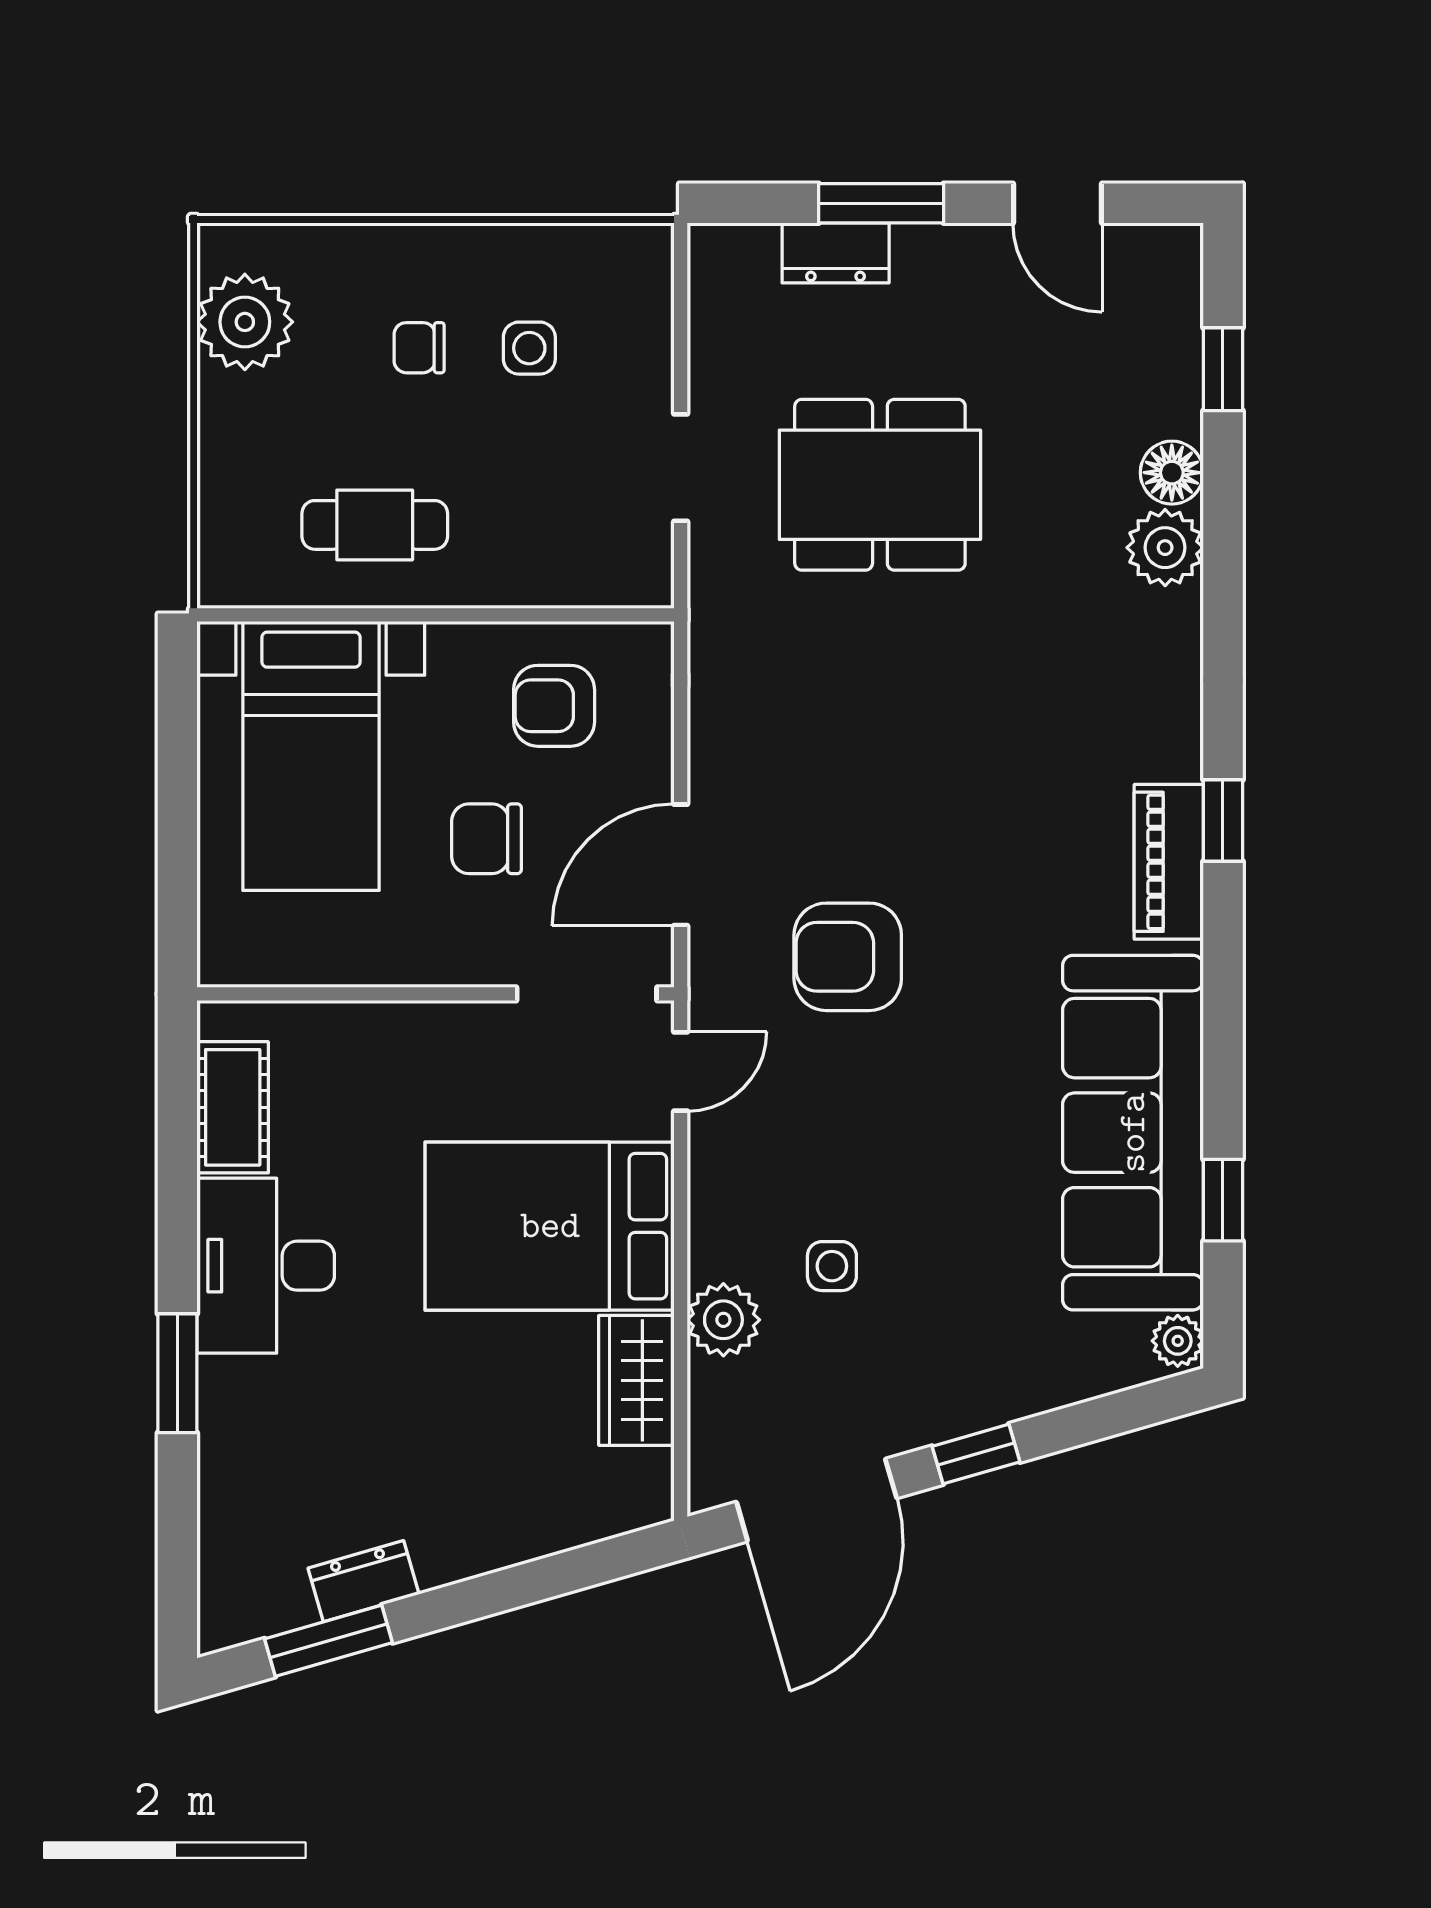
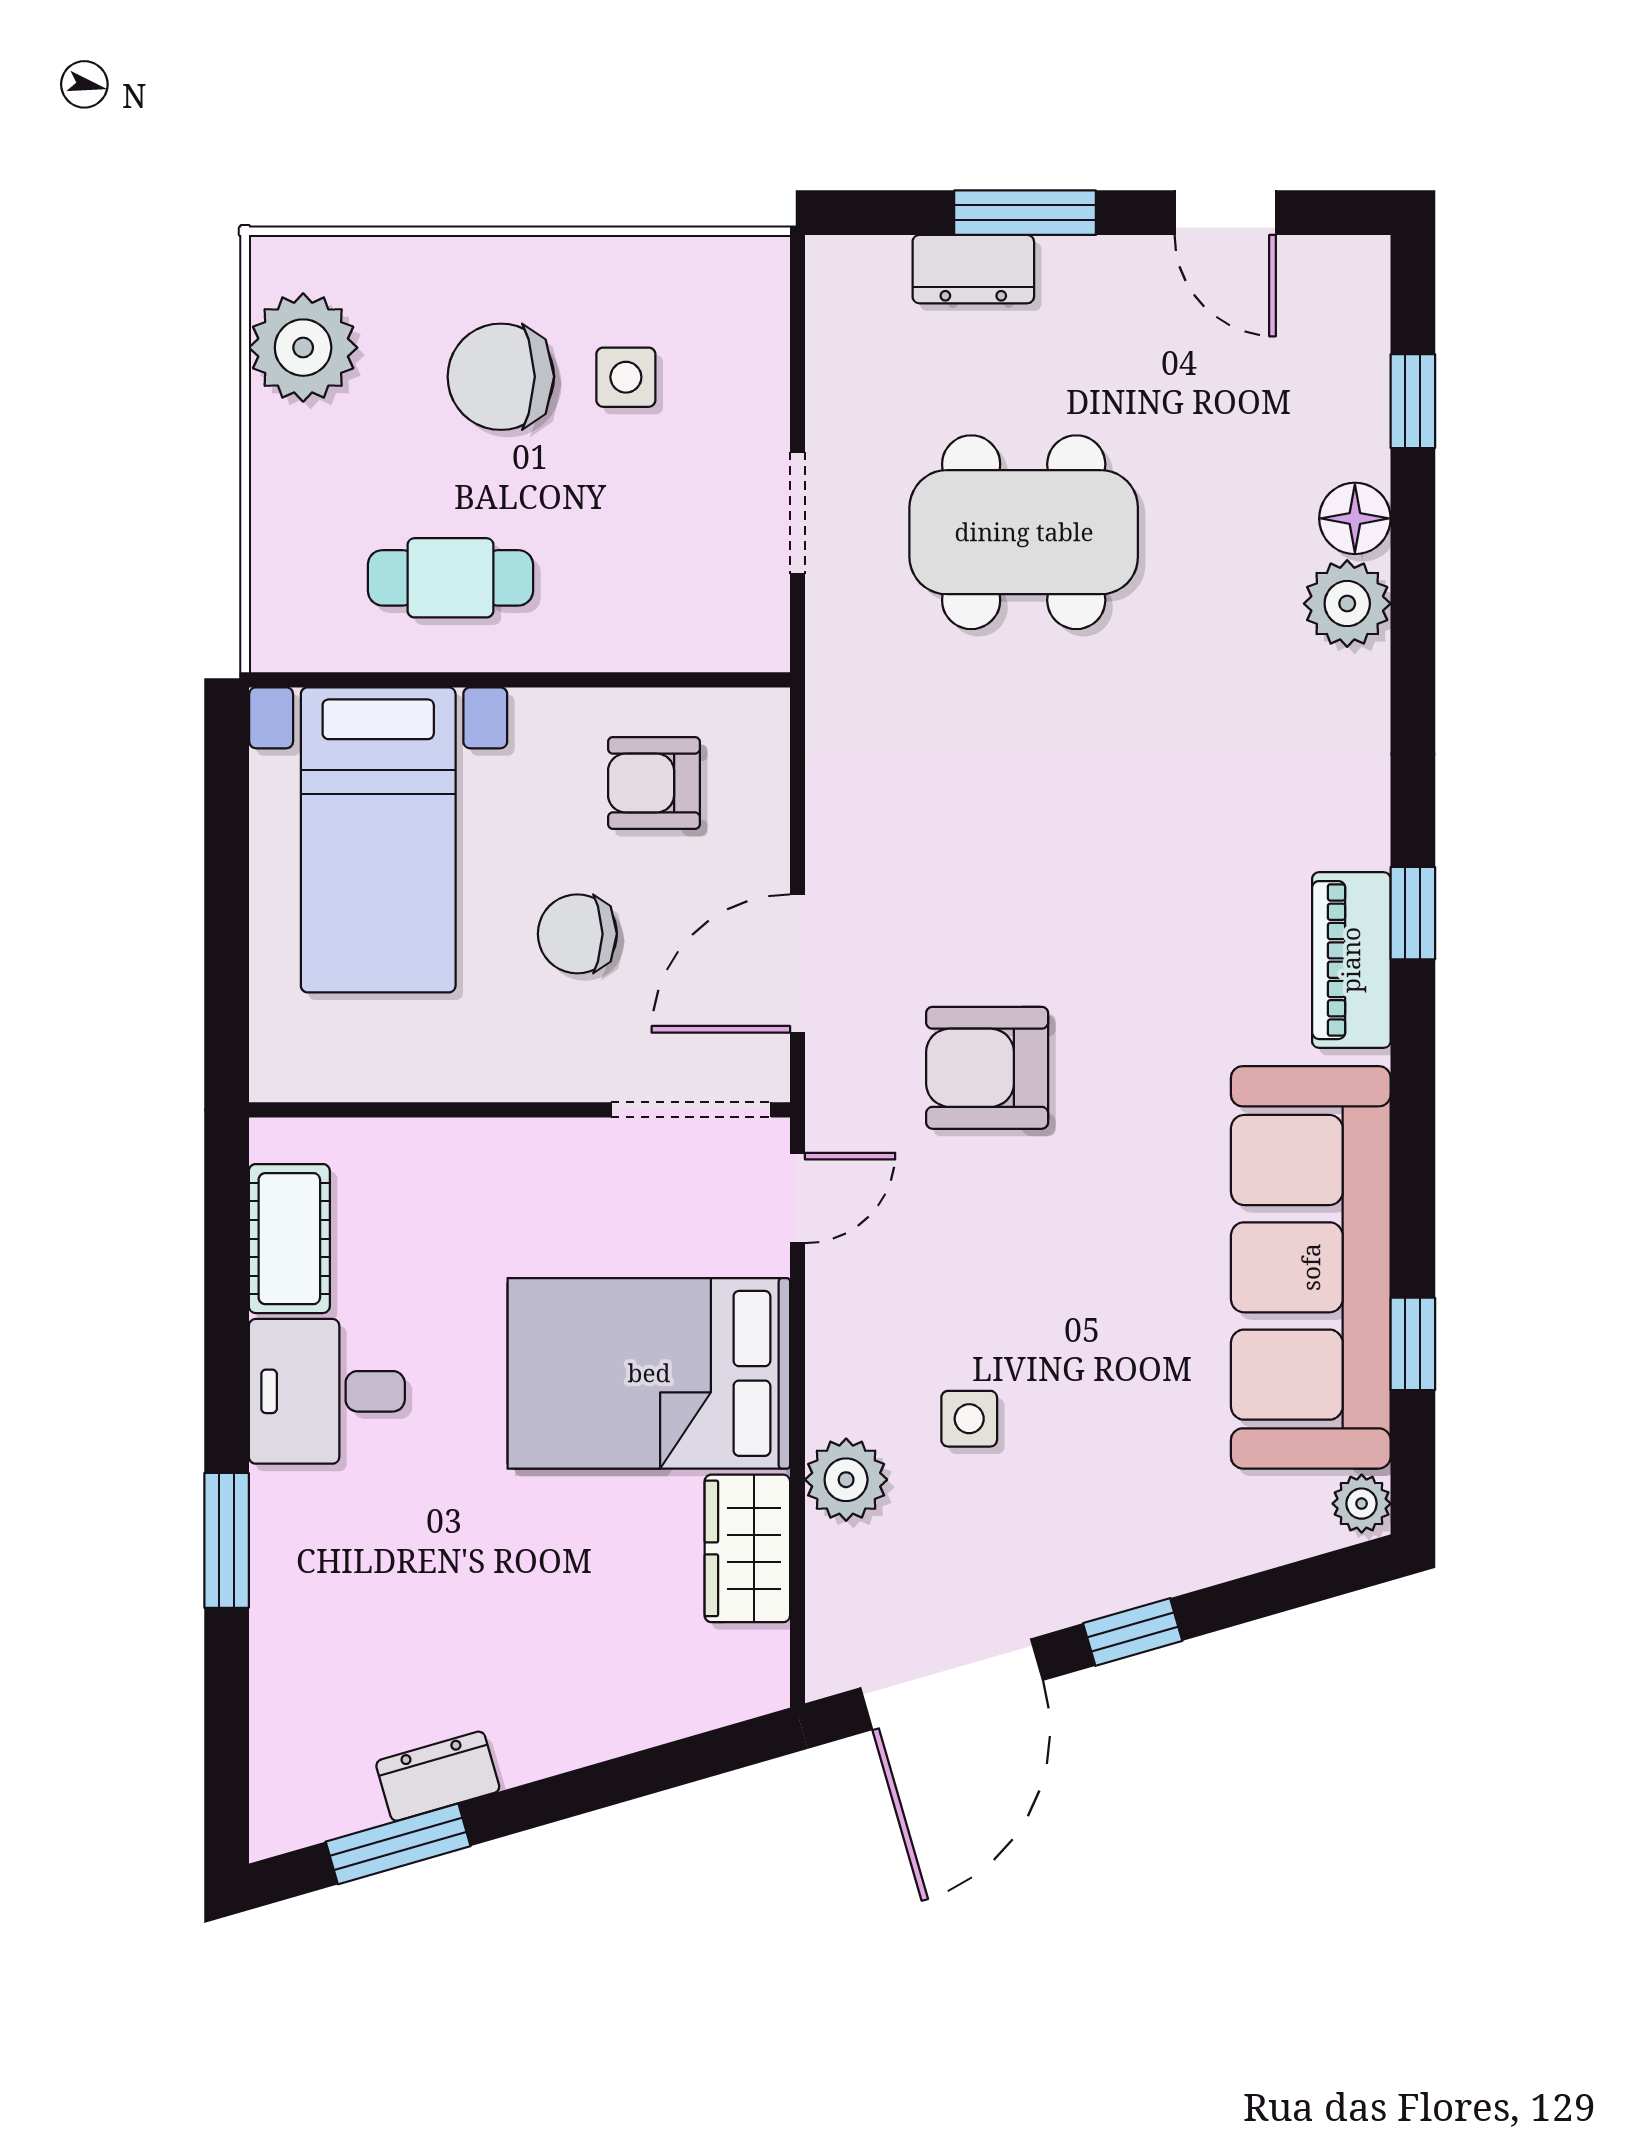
chair: (419, 348) -> (501, 377), width x1.87, depth x1.87
desk: (266, 1266) -> (327, 1391), width x0.73

